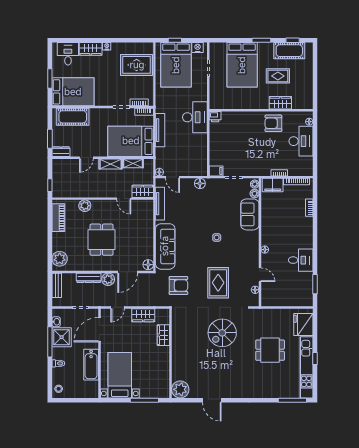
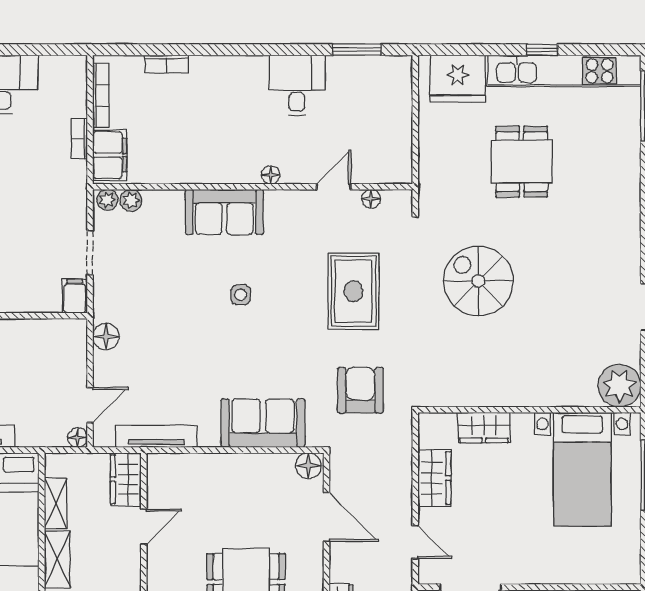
sofa: (250, 214) -> (224, 212), moved
sofa: (165, 246) -> (263, 423), width x0.73
plant: (108, 279) -> (345, 565), removed
rug: (218, 283) -> (353, 291), turned 90
spiral stairs: (222, 333) -> (478, 281), turned 180
bed with nightstands: (120, 375) -> (582, 469), moved, turned -90

